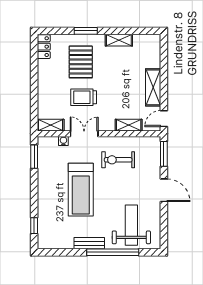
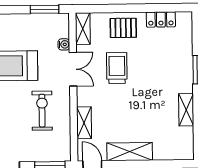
locker: (44, 47) -> (161, 20), moved
pallet: (81, 62) -> (123, 28), moved, width x0.67, depth x0.71

